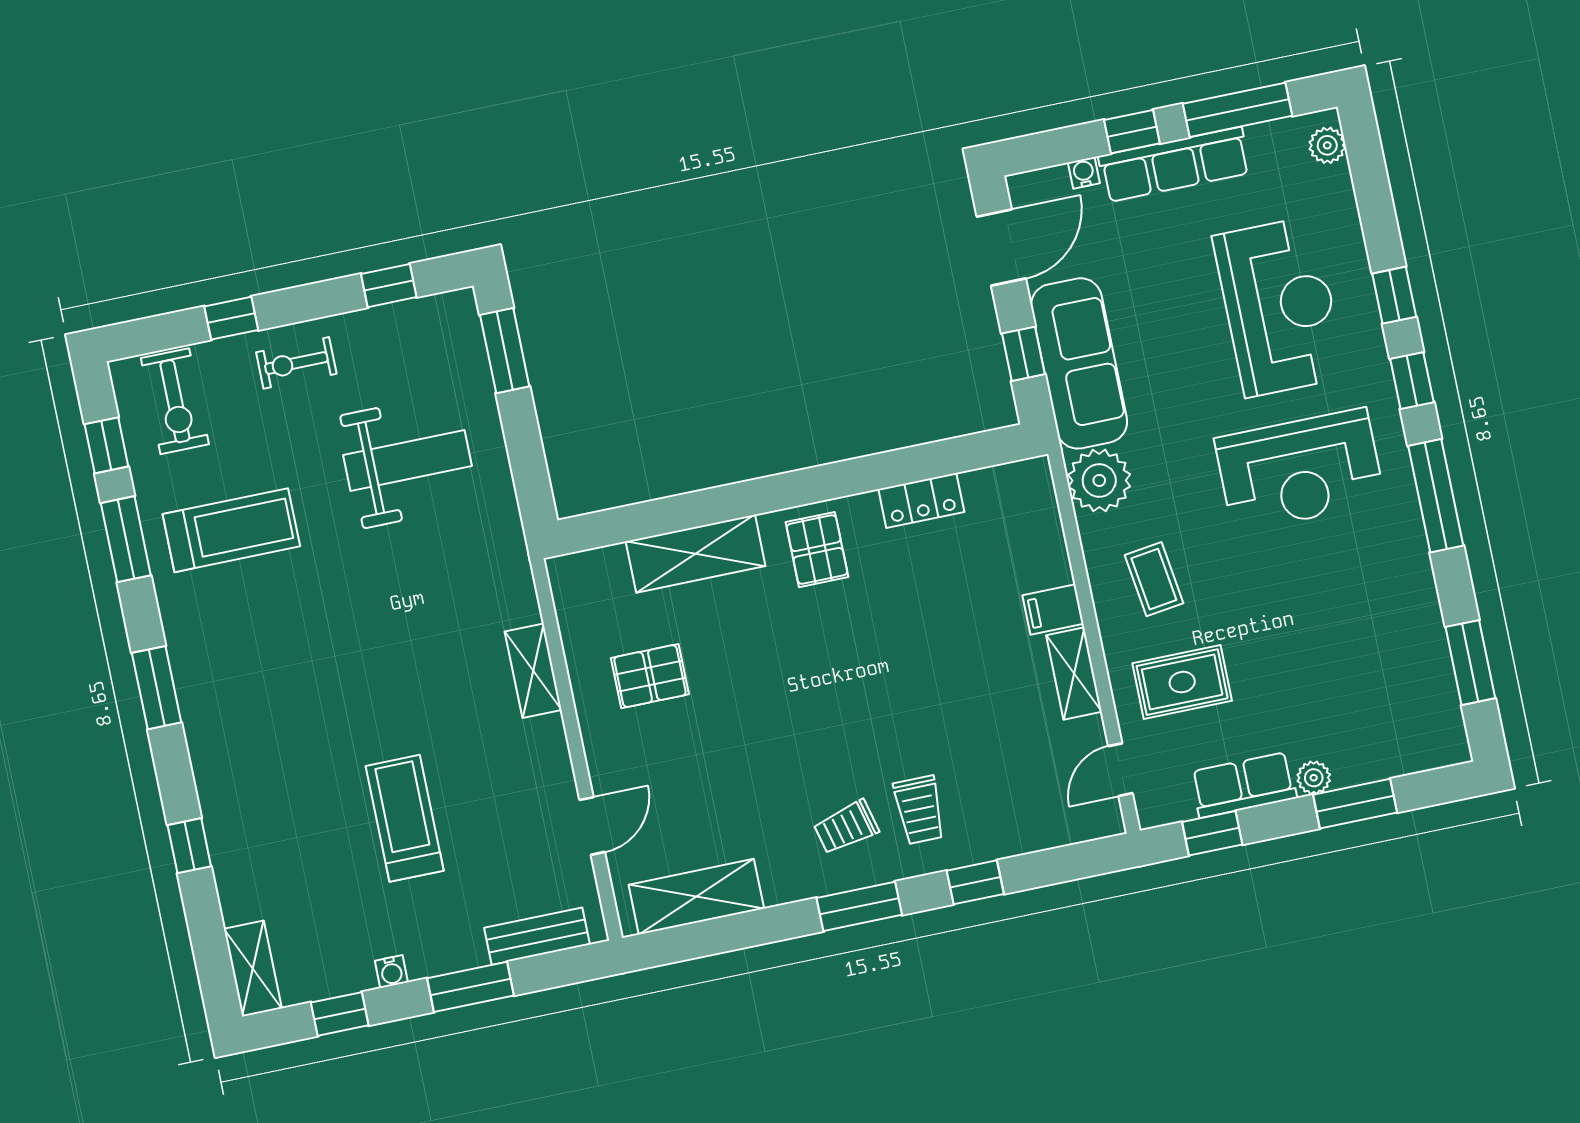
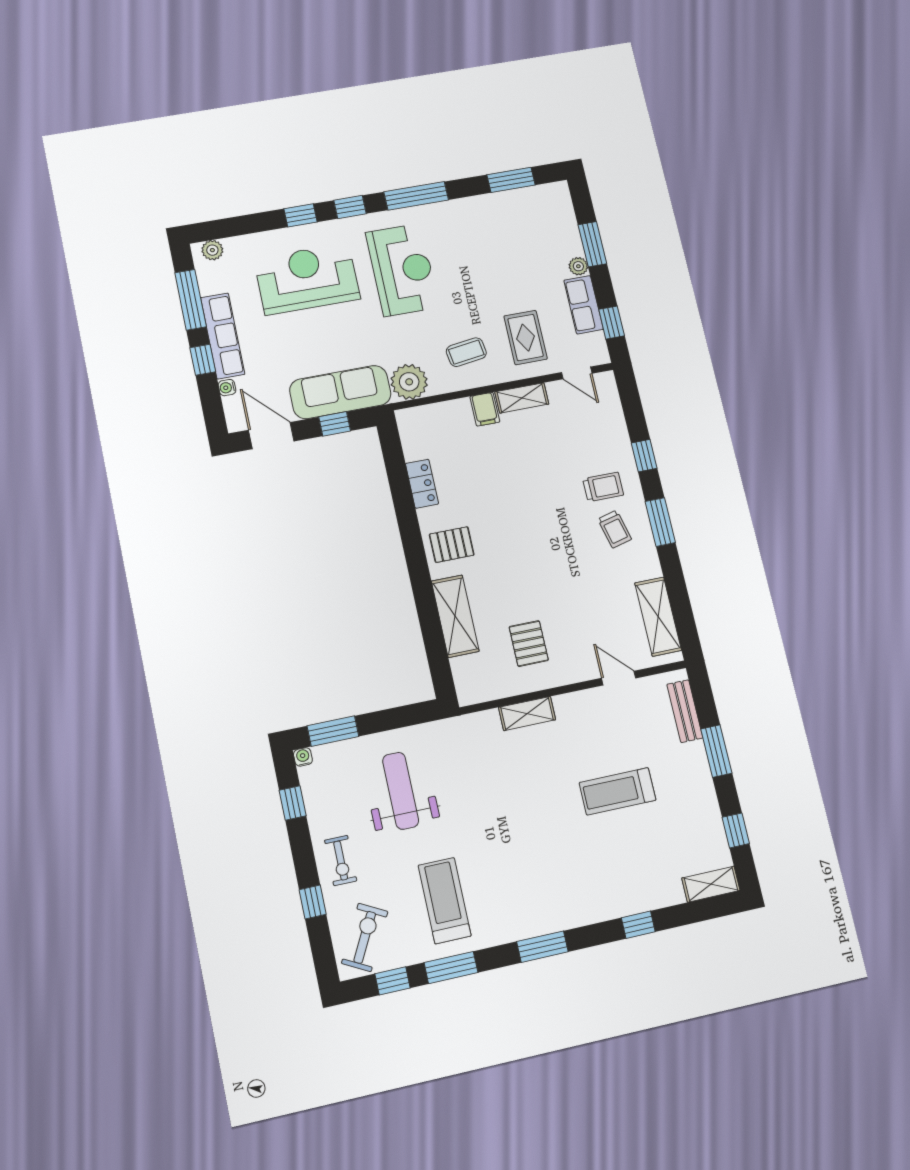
exercise bike: (175, 401) -> (365, 937), turned -62
water cooler: (391, 971) -> (303, 757), moved, turned -90

